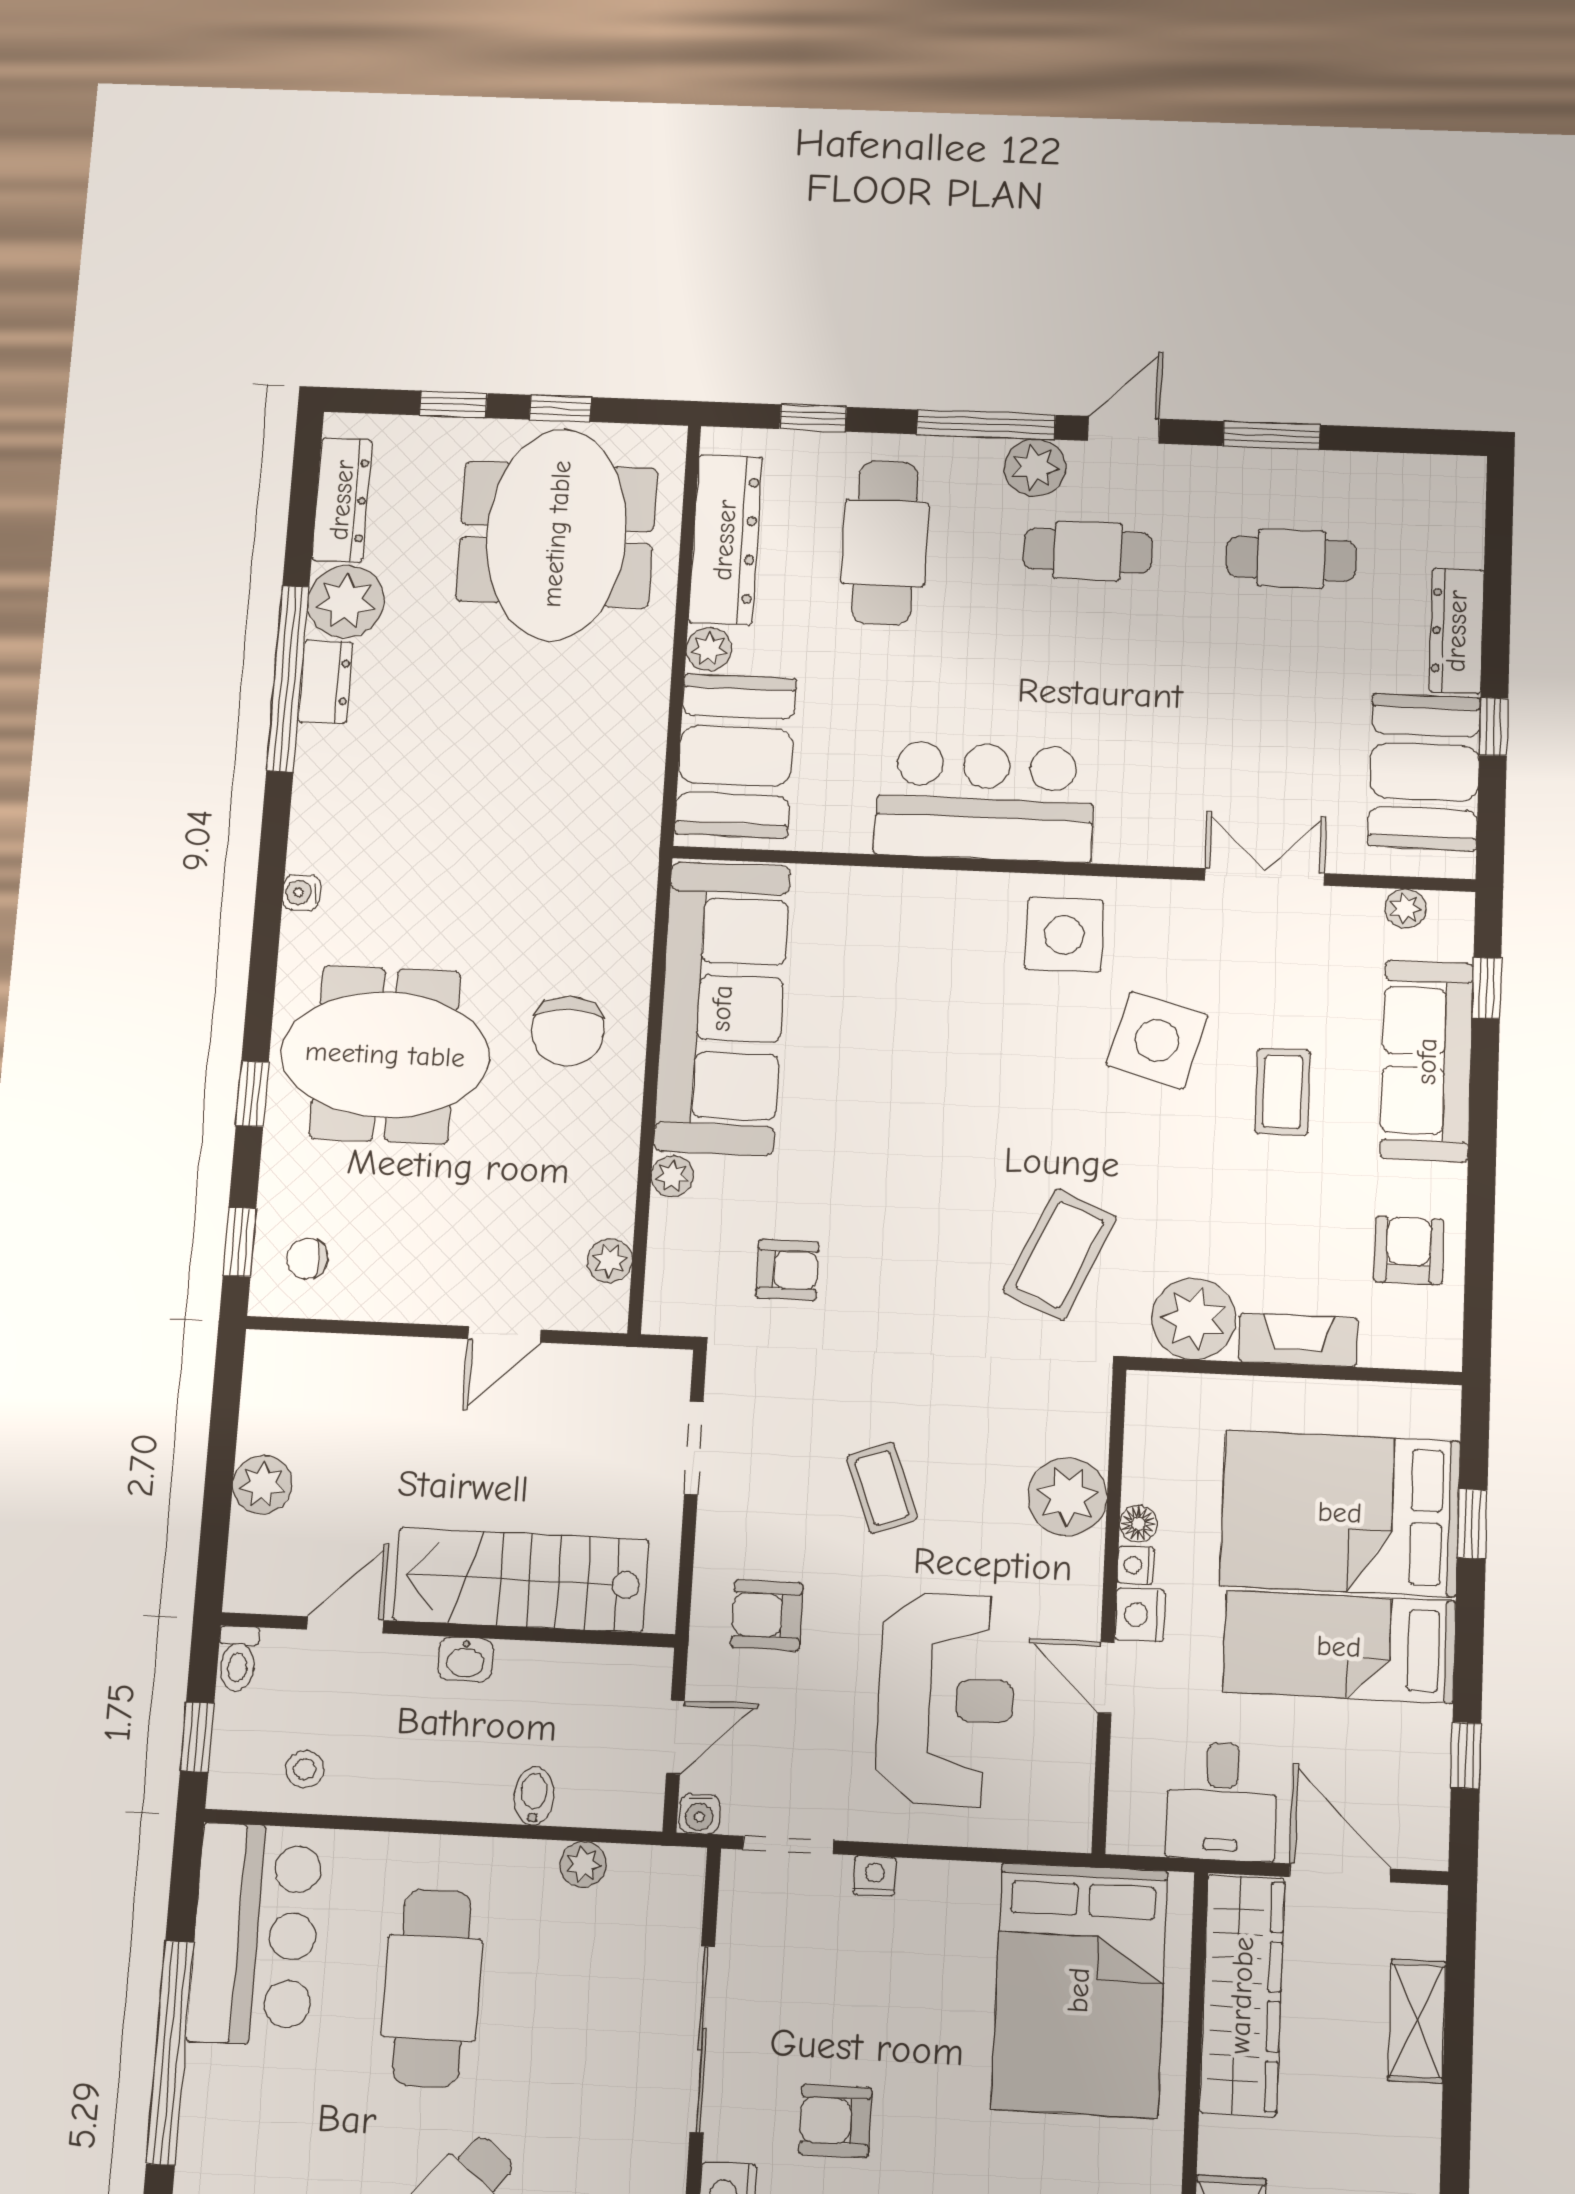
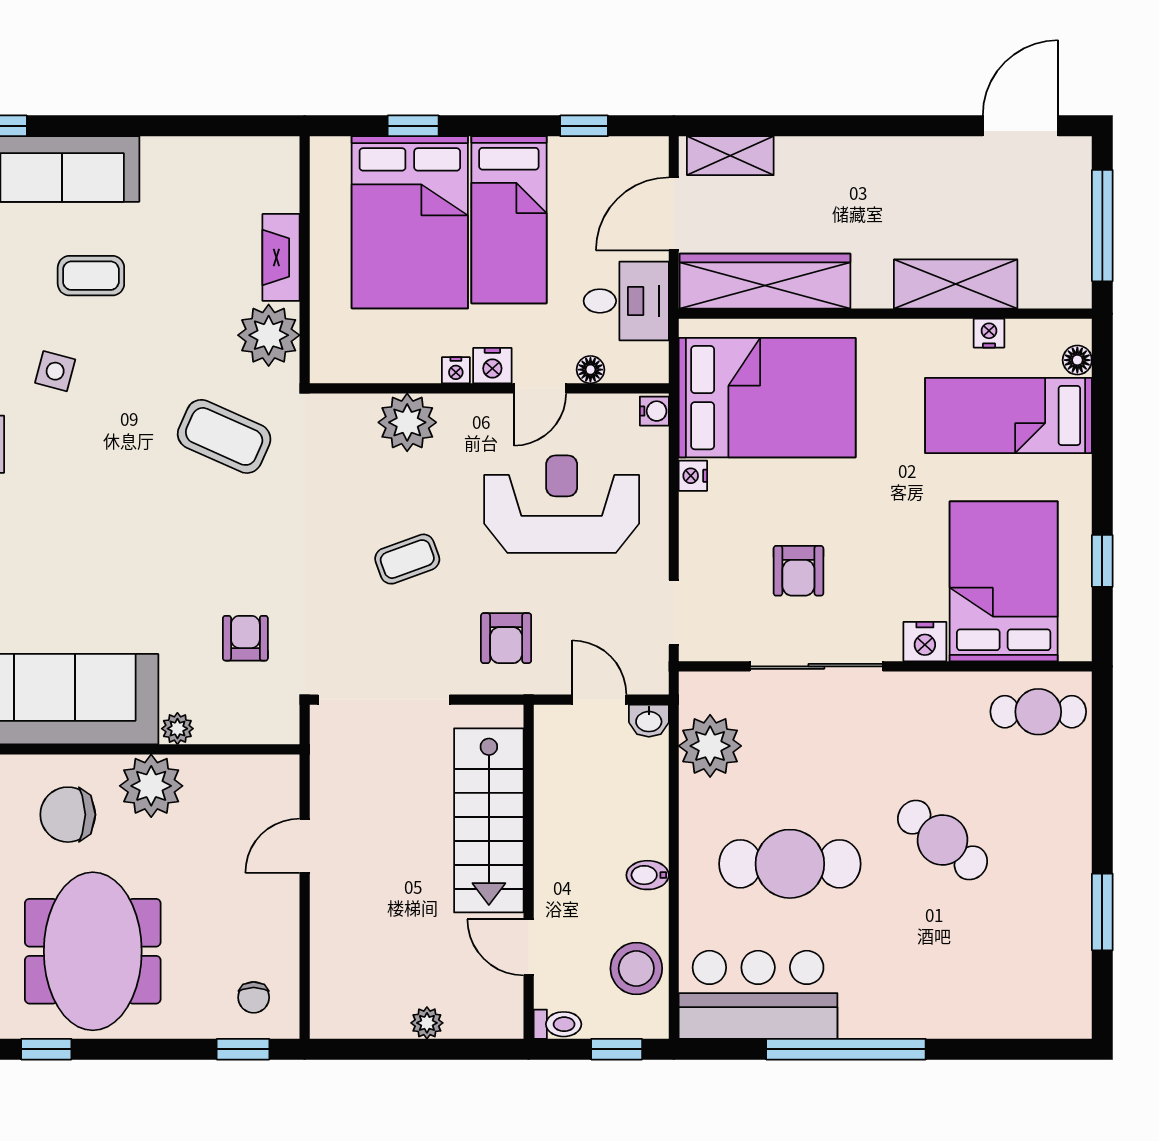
chair: (568, 1031) -> (68, 815), turned 180
side table: (1157, 1040) -> (55, 371), width x0.54, depth x0.54
window: (252, 1094) -> (46, 1049), moved
armchair: (1409, 1250) -> (209, 178), removed
plant: (610, 1261) -> (151, 786), moved, width x1.87, depth x1.87
door: (504, 1334) -> (305, 846), swing flipped
doorway: (694, 1448) -> (384, 700), width x1.88
plant: (262, 1485) -> (427, 1023), width x0.73, depth x0.73
floor lamp: (1138, 1524) -> (590, 370), moved
washbasin: (465, 1659) -> (649, 721), moved, turned 90
stool: (305, 1769) -> (636, 968), width x1.89, depth x1.89
bidet: (534, 1796) -> (648, 875), moved
water cooler: (699, 1814) -> (654, 411), moved
plant: (583, 1865) -> (710, 746), width x1.88, depth x1.88
nightstand: (875, 1876) -> (693, 476), moved
shelving: (1417, 2021) -> (730, 156), moved
armchair: (835, 2121) -> (798, 571), moved

